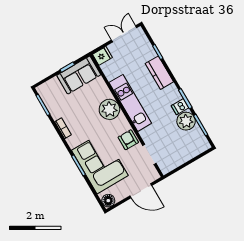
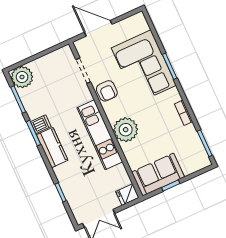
kitchen counter: (159, 73) -> (52, 147), moved
plant: (186, 121) -> (22, 77), moved
floor lamp: (108, 201) -> (138, 20), removed

